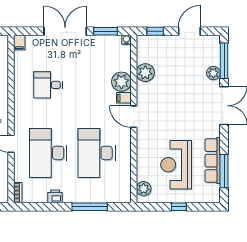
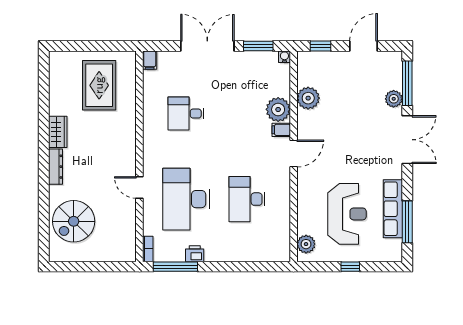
door: (134, 117) -> (294, 153), swing flipped
desk: (97, 153) -> (247, 199), width x0.73, depth x0.77
reception desk: (176, 165) -> (347, 214), turned 180
window: (90, 207) -> (175, 267), moved

